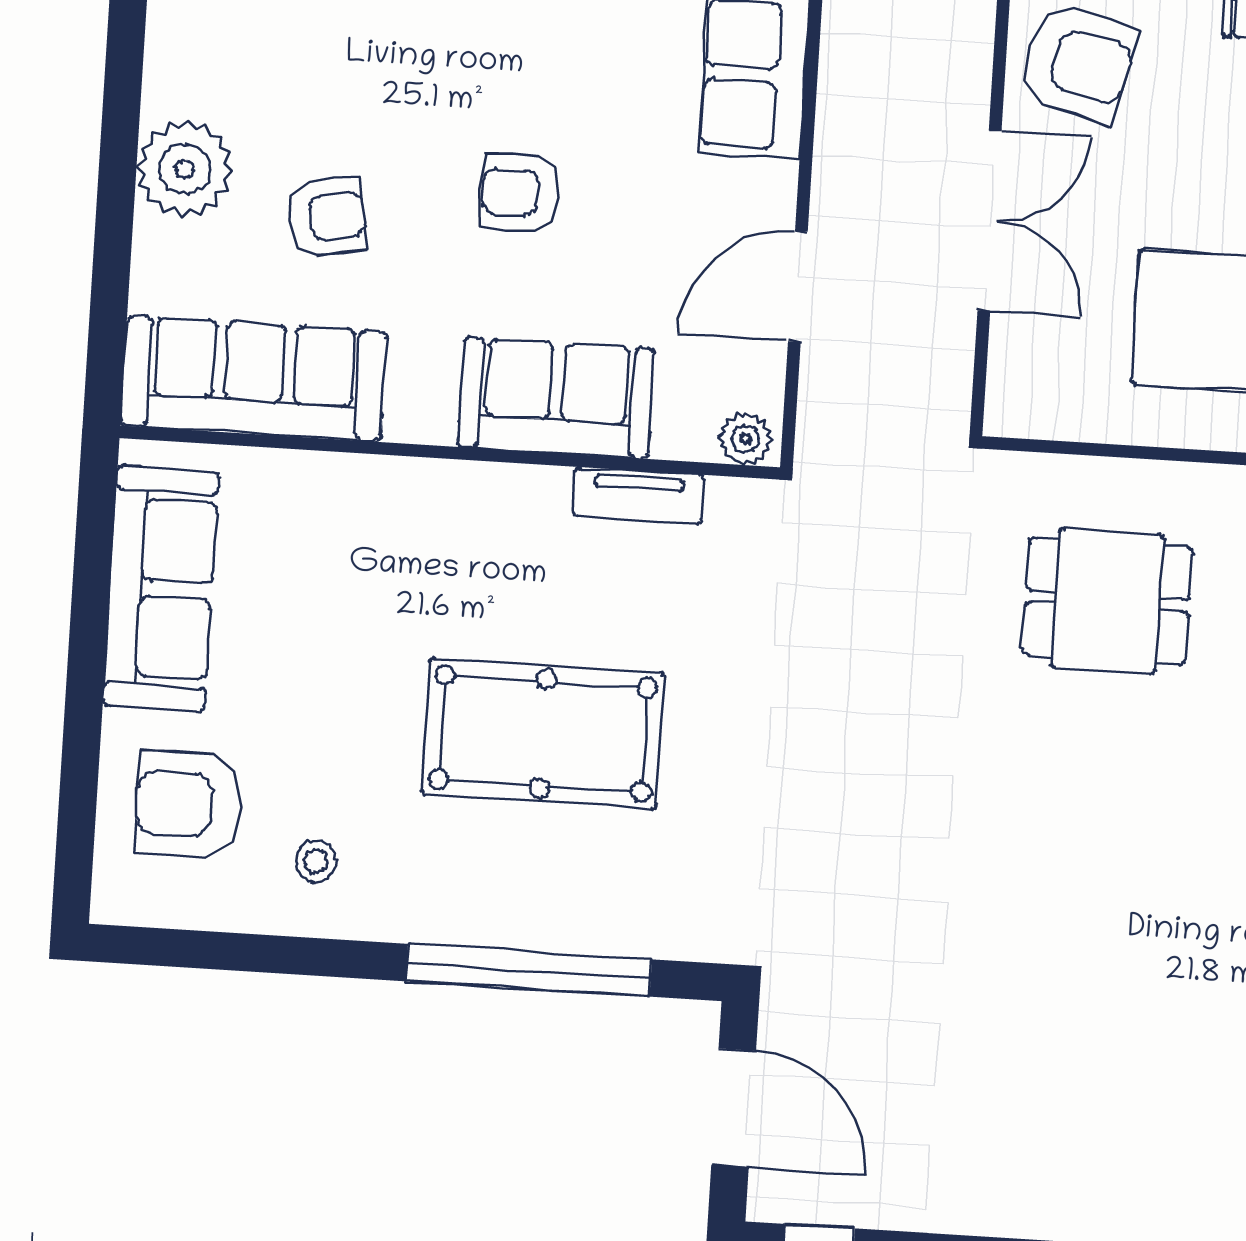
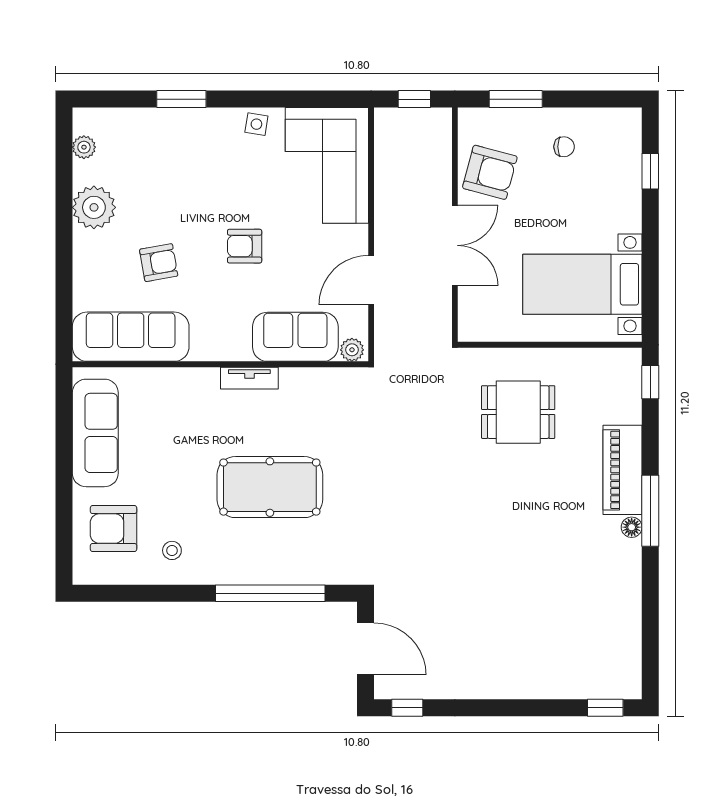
plant: (185, 169) -> (94, 207), moved
sofa: (556, 398) -> (295, 337), moved
tv unit: (638, 495) -> (249, 378), moved

